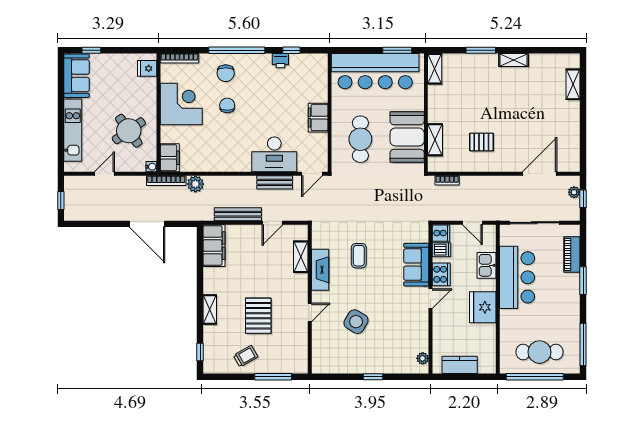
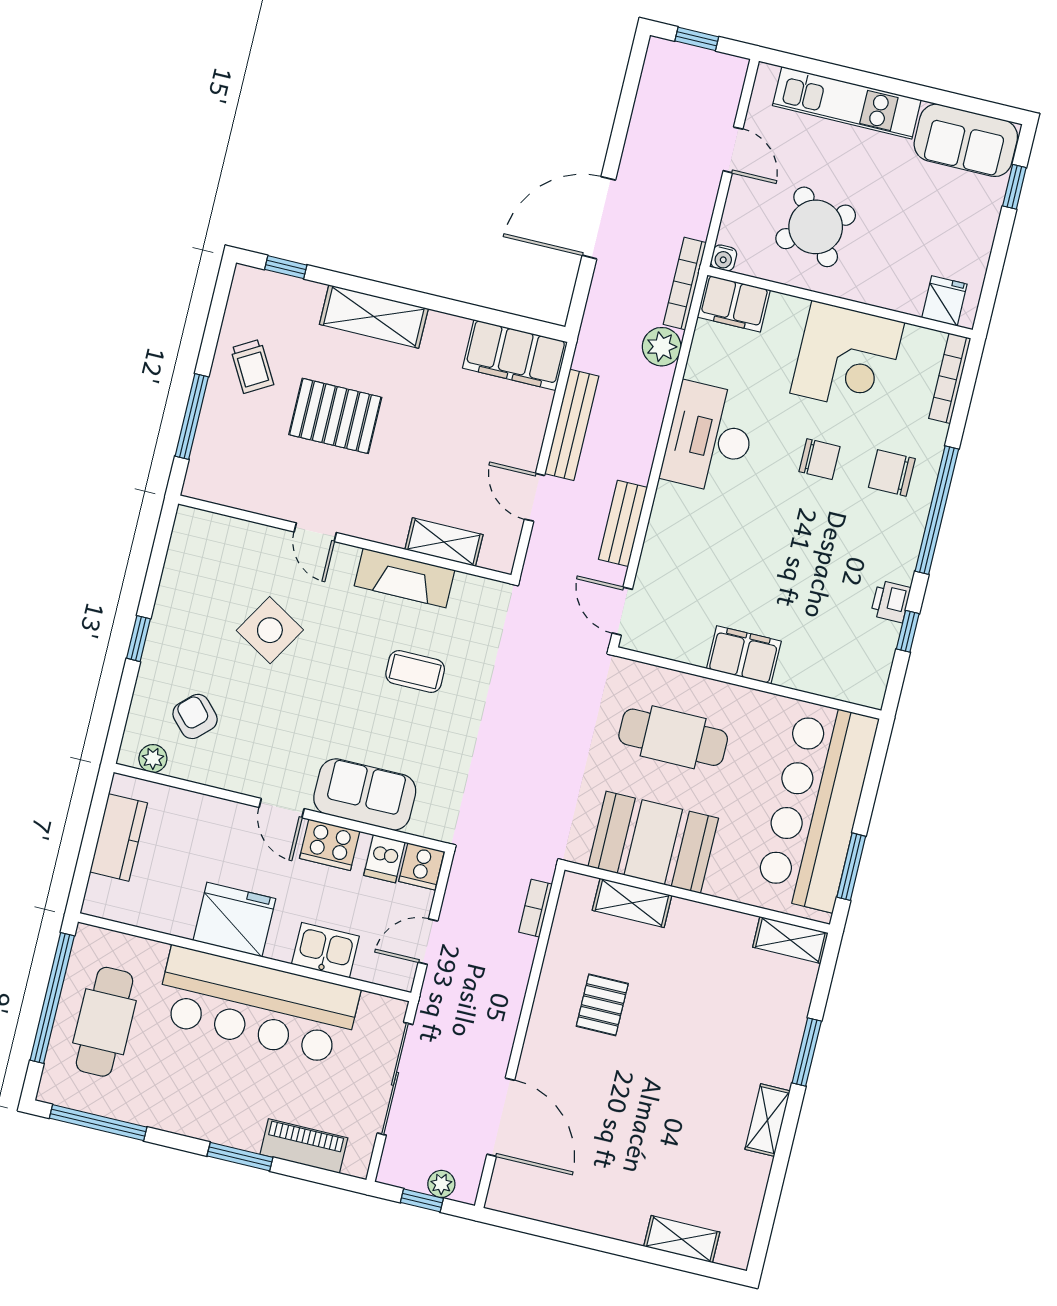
desk: (274, 154) -> (709, 438), moved
bar counter: (517, 277) -> (257, 1006), width x1.36
shelving: (210, 310) -> (374, 317), width x1.50, depth x1.33
armchair: (400, 345) -> (195, 716), added

